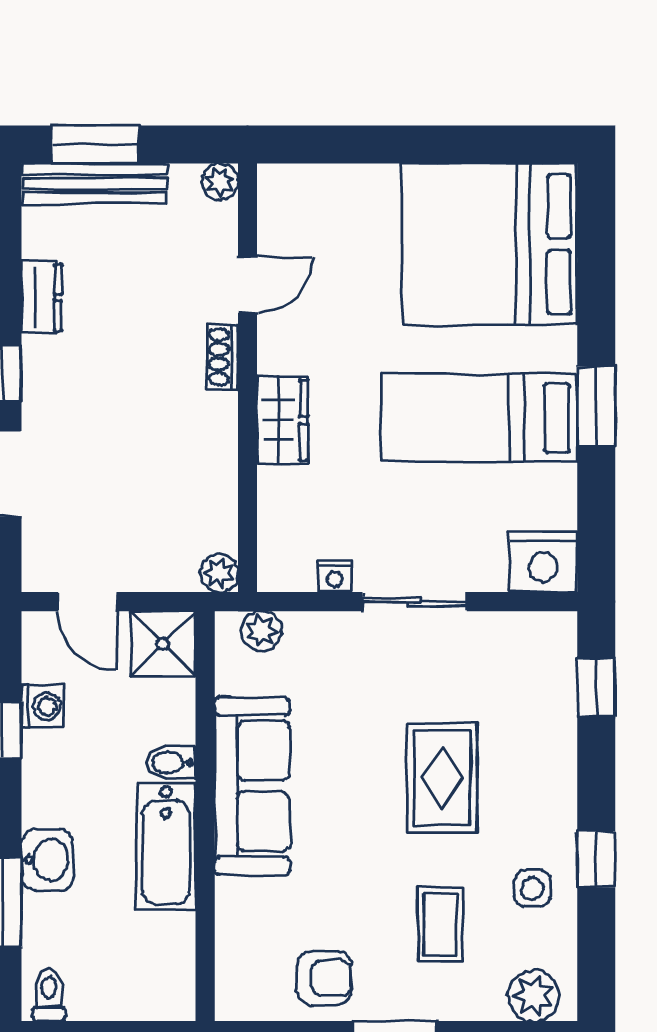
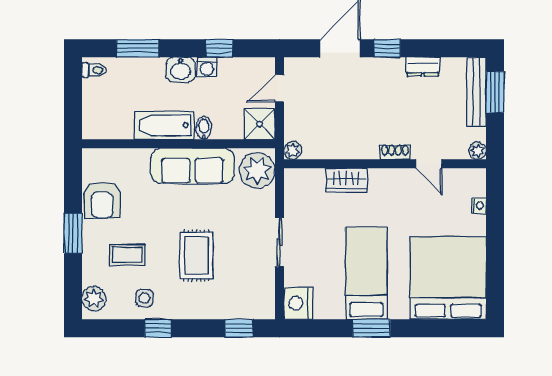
wardrobe: (282, 420) -> (346, 180), moved
nightstand: (335, 577) -> (479, 206), moved, turned 180
plant: (261, 631) -> (257, 170), width x1.87, depth x1.87
washing machine: (43, 706) -> (207, 67), moved
rug: (442, 778) -> (196, 256), turned 90
washbasin: (47, 860) -> (181, 69), moved
armchair: (324, 978) -> (102, 200), width x1.38, depth x1.38

